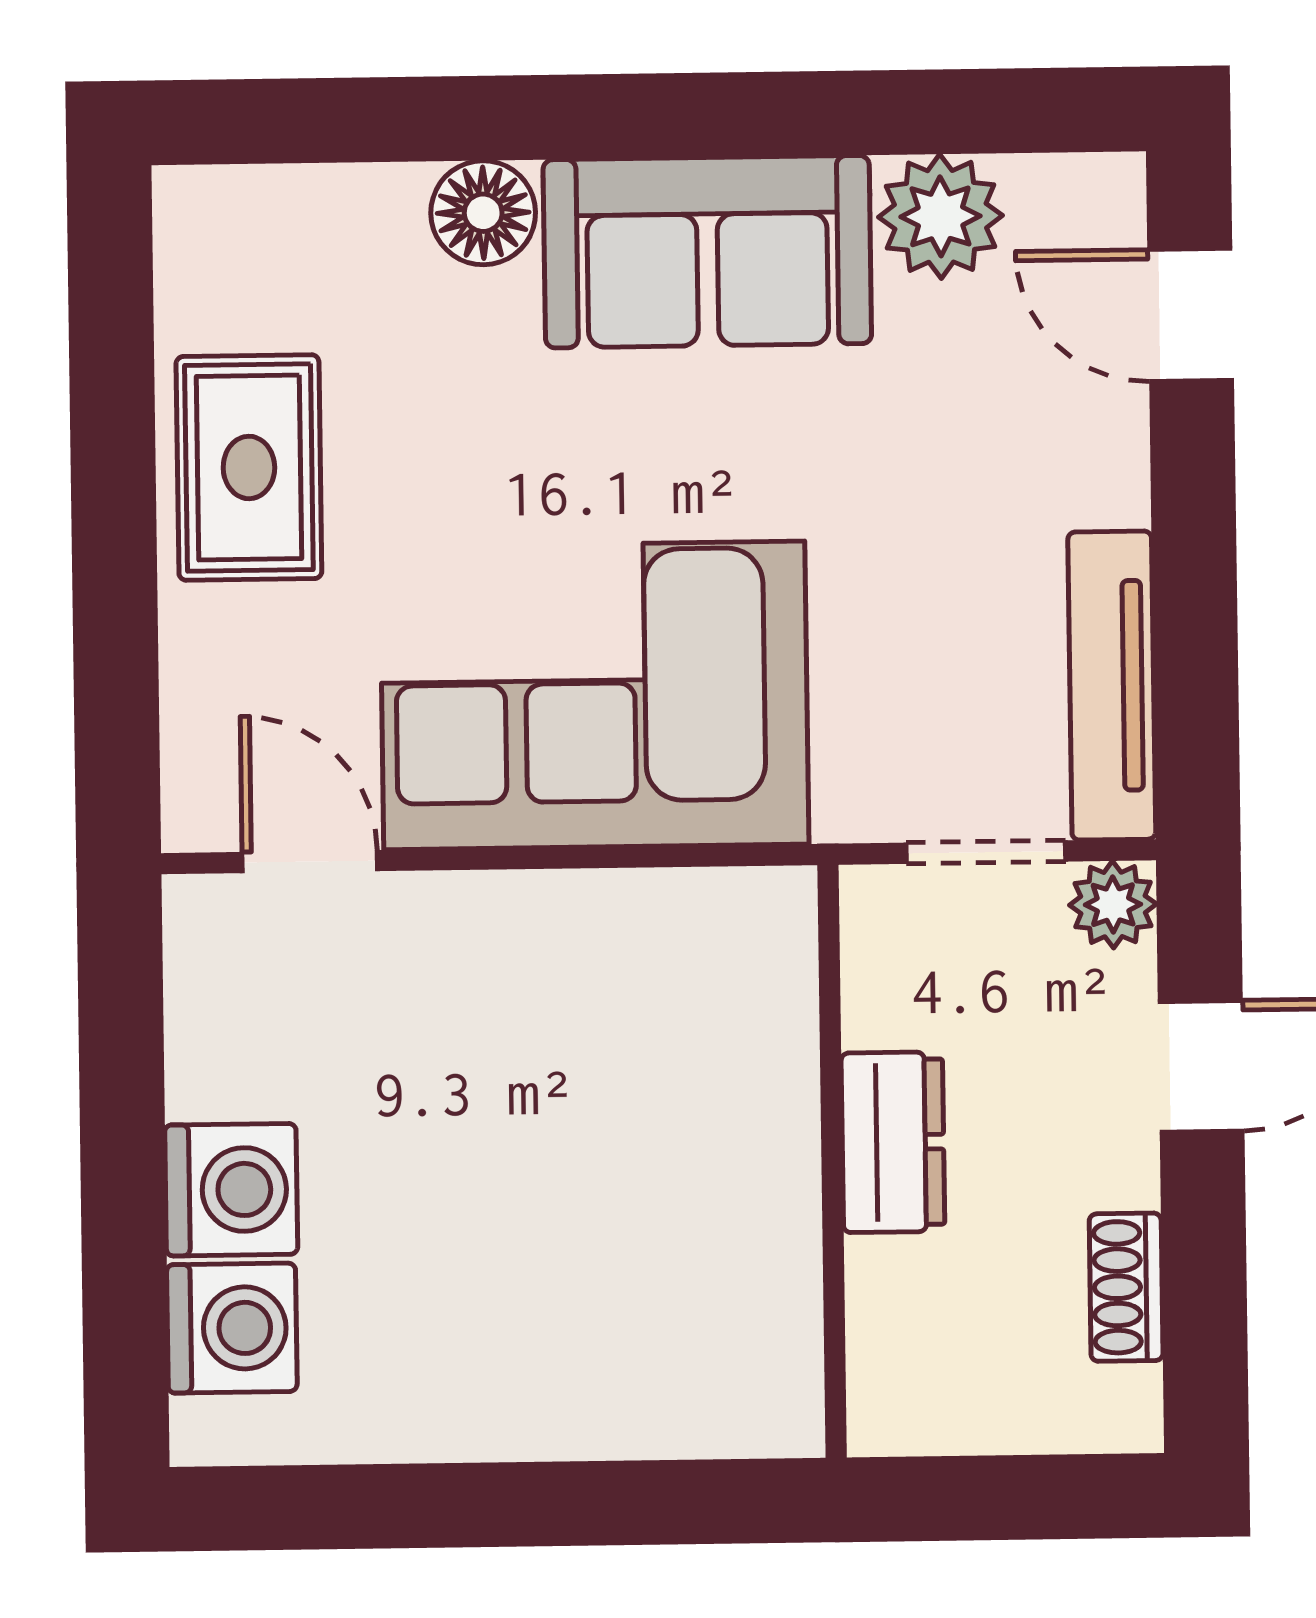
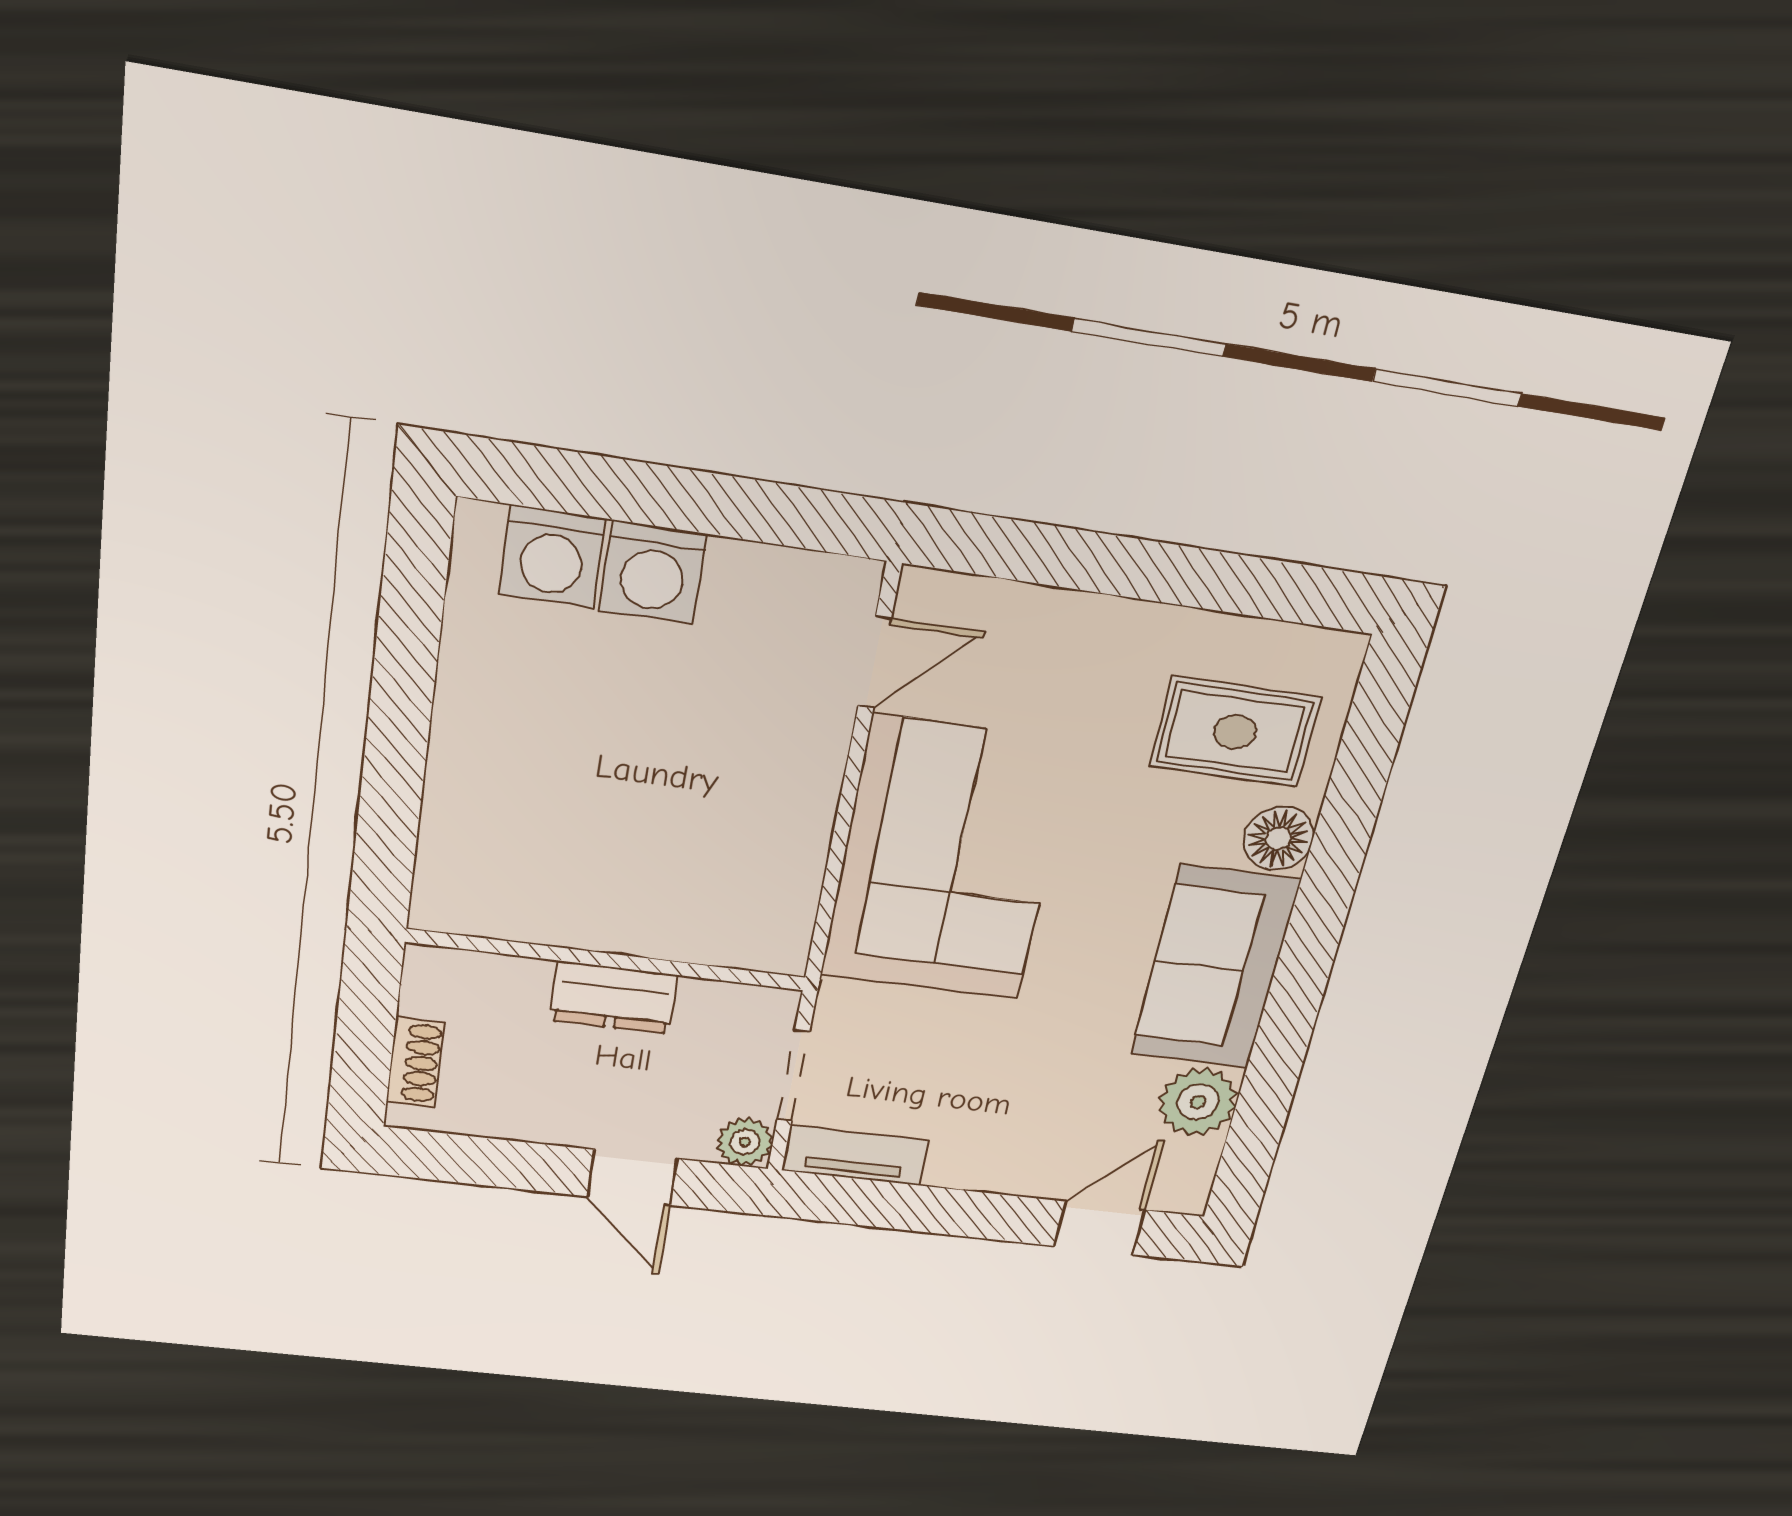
rug: (249, 468) -> (1235, 732), moved
tv unit: (1112, 686) -> (855, 1155), width x0.71
shoe rack: (1126, 1287) -> (415, 1063), moved, turned 90

